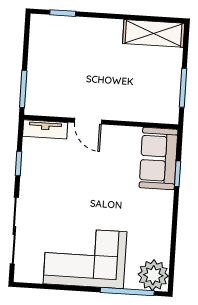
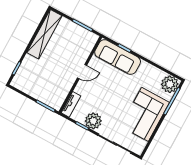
shelving: (154, 33) -> (44, 34), width x1.47
door: (88, 121) -> (82, 72), moved
sofa: (159, 158) -> (118, 57), width x1.36
plant: (35, 178) -> (93, 121), added

